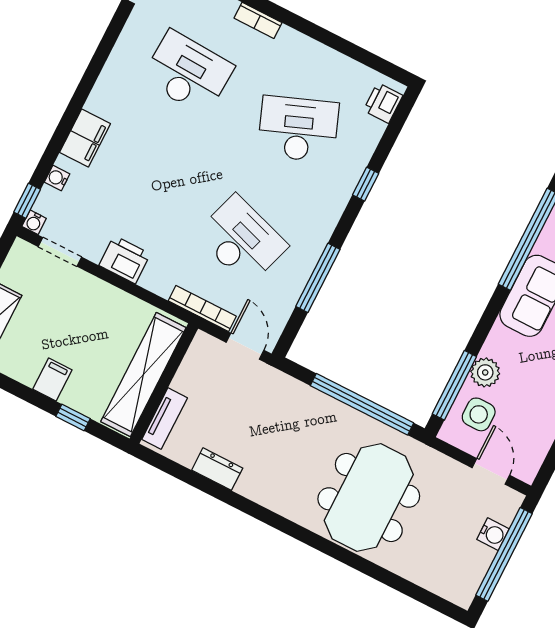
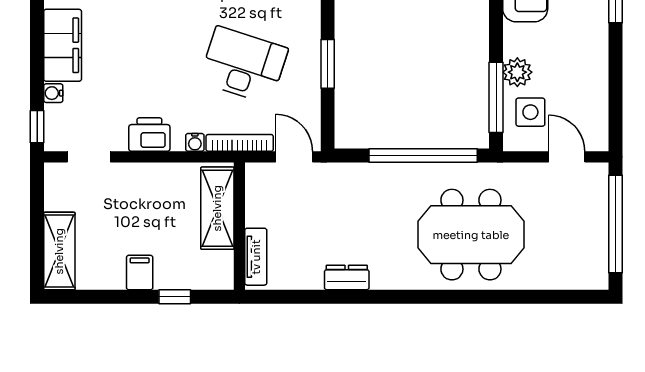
filing cabinet: (85, 138) -> (63, 45), width x1.50, depth x1.17
water cooler: (34, 222) -> (195, 142), moved
window: (318, 278) -> (328, 64), width x0.69
shelving: (143, 375) -> (217, 208), width x0.68
dresser: (217, 469) -> (347, 277), moved
meeting table: (369, 498) -> (471, 235), turned 90
water cooler: (493, 534) -> (597, 211), removed

